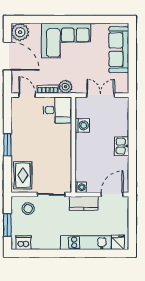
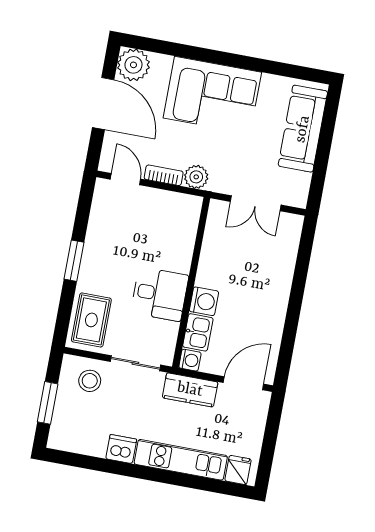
double door: (101, 95) -> (256, 203), swing flipped
desk: (57, 110) -> (160, 294), moved
washing machine: (82, 125) -> (204, 301), moved
kitchen sink: (122, 146) -> (198, 332), moved, turned 180
dishwasher: (23, 243) -> (121, 449), moved

